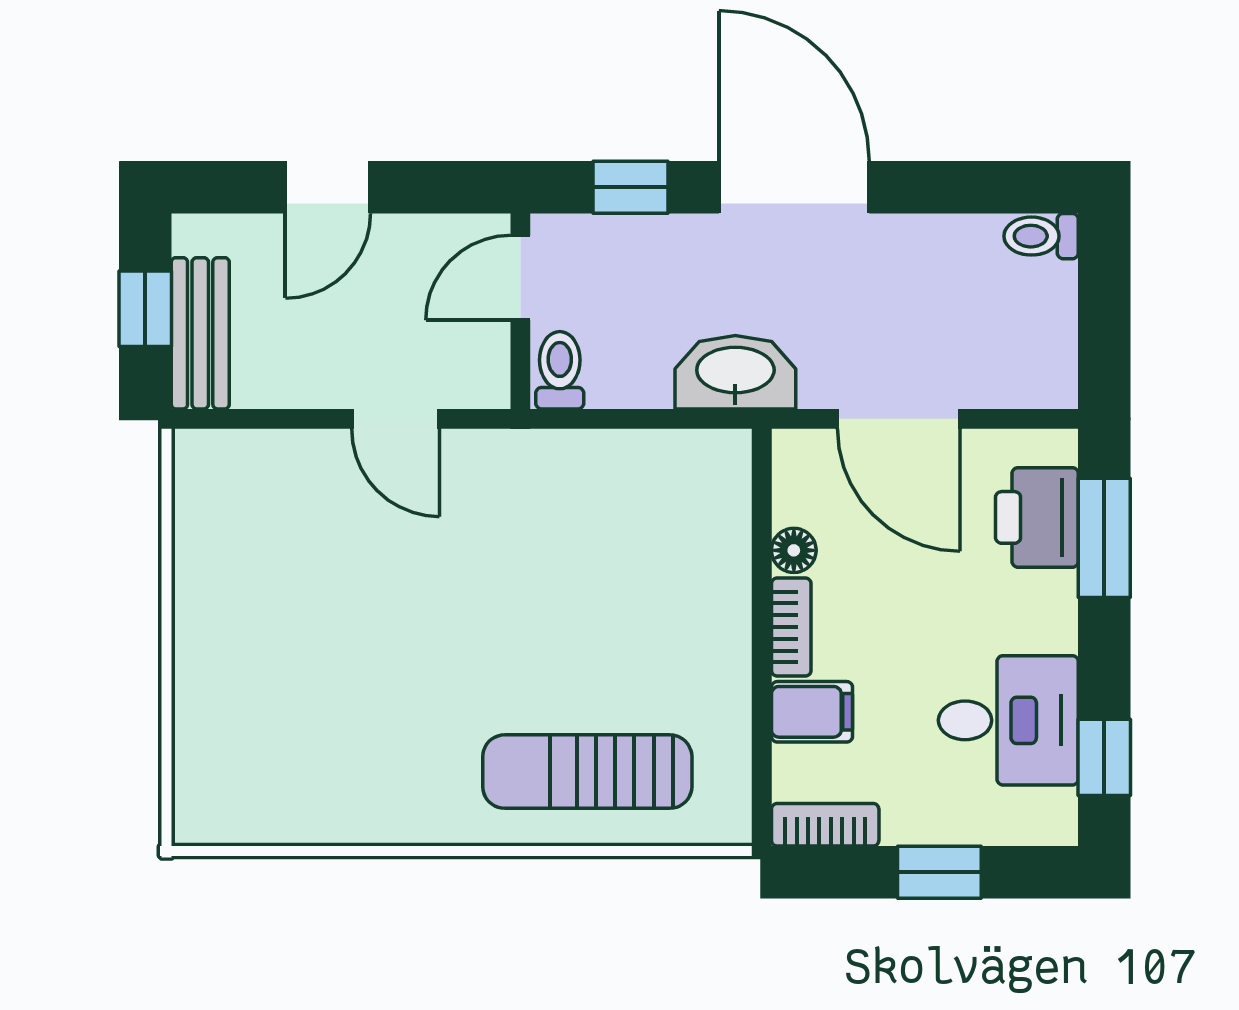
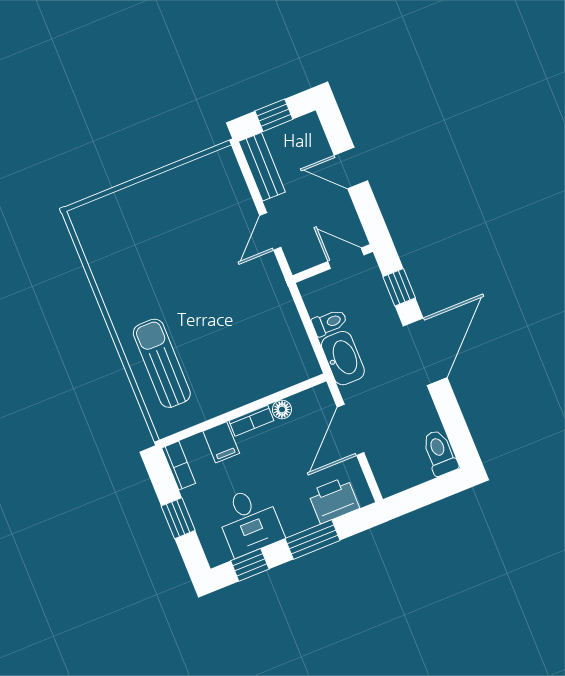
toilet: (1041, 236) -> (440, 453), width x1.37, depth x1.39
bench: (200, 333) -> (262, 167), moved, turned 90
toilet: (560, 370) -> (329, 323), moved
window: (1104, 538) -> (313, 540), moved

